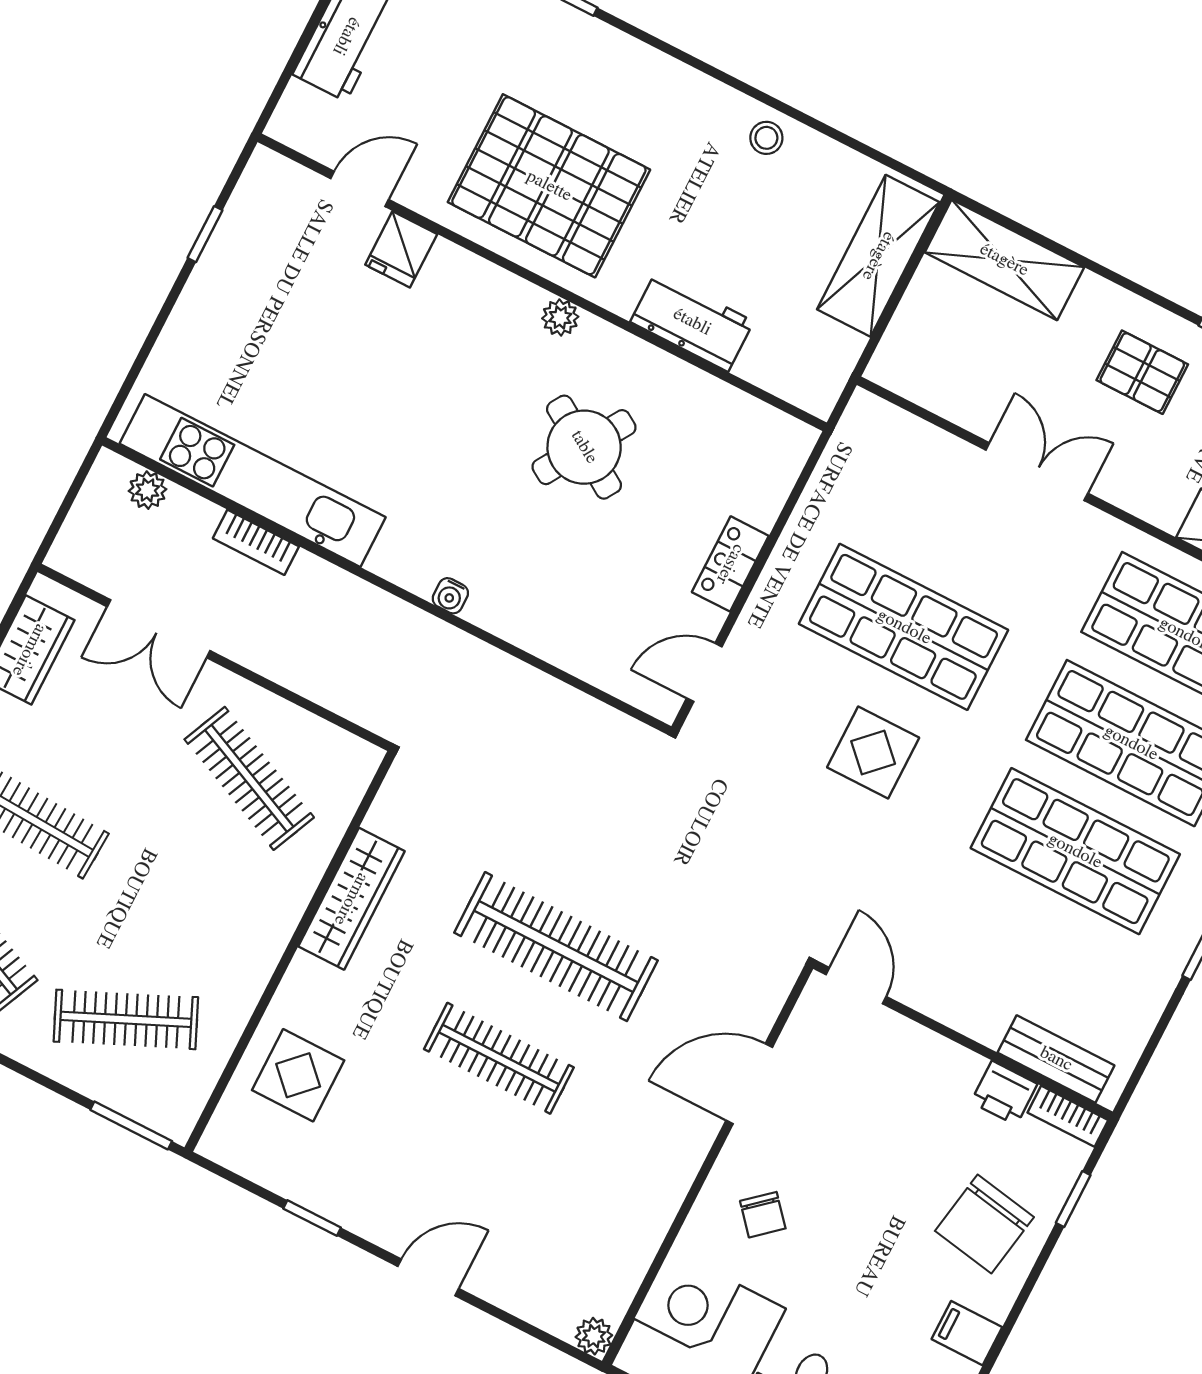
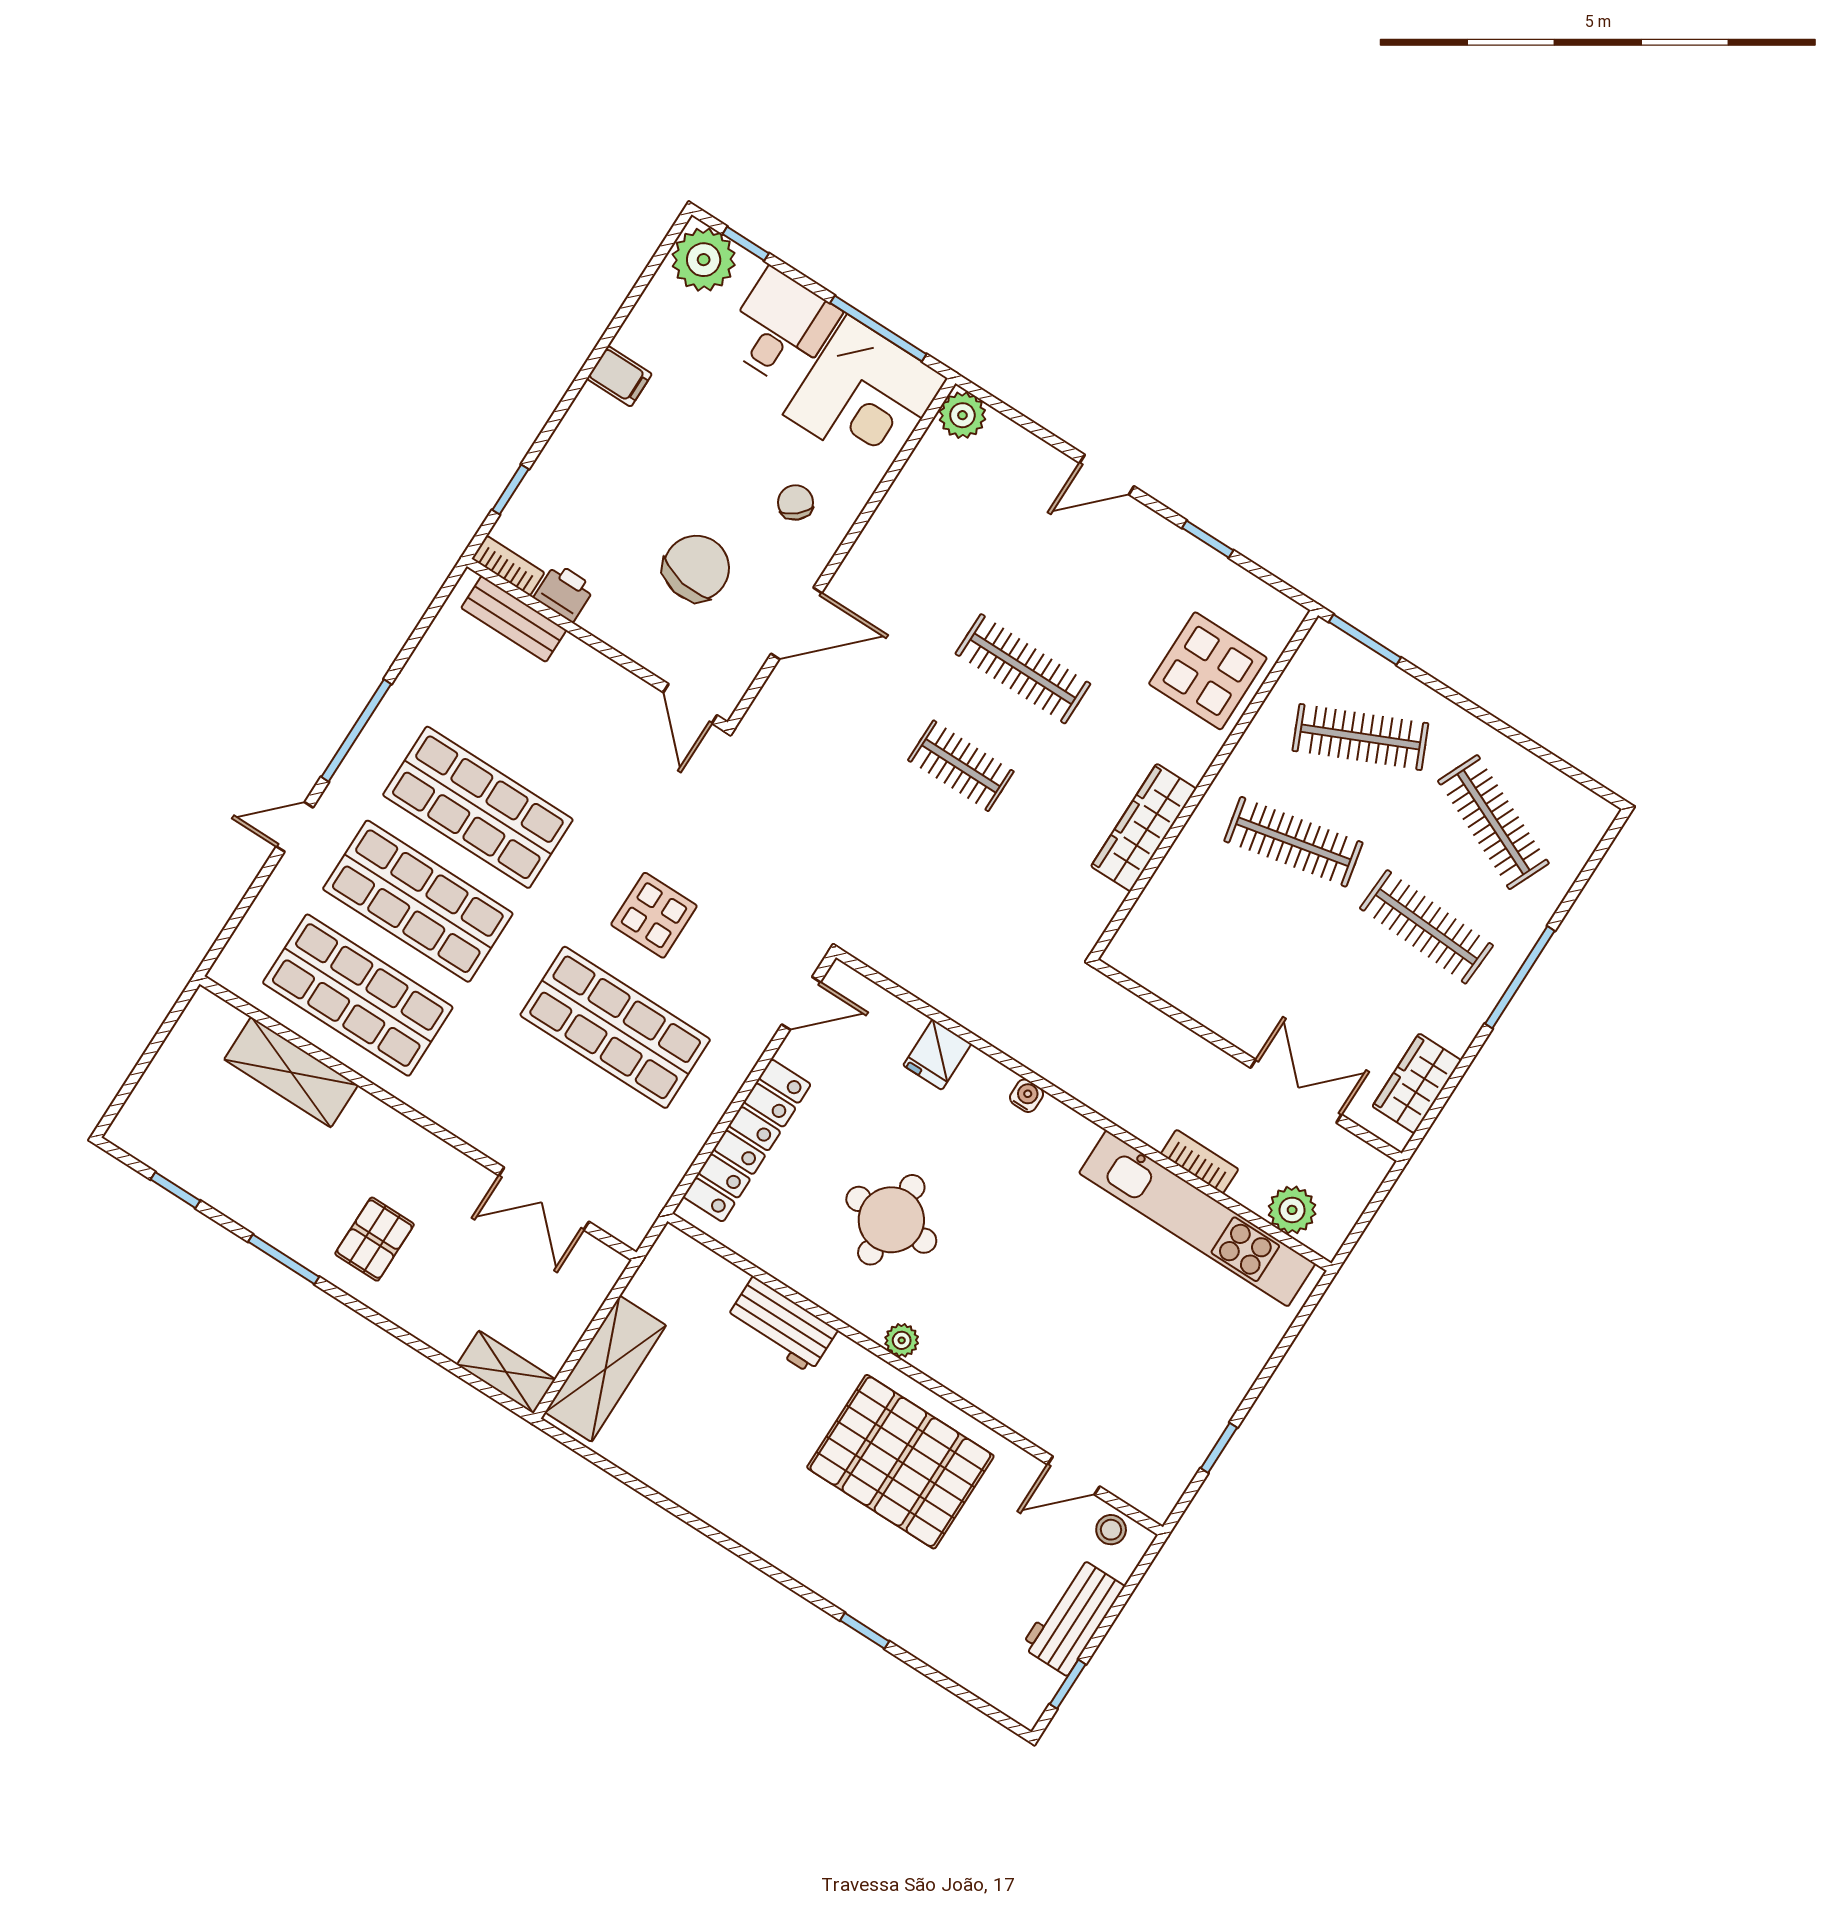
stool: (766, 138) -> (1111, 1530), moved
fridge: (401, 249) -> (937, 1055), moved, turned 180
shelving: (1004, 260) -> (506, 1372), width x0.67, depth x0.75
pallet: (1142, 372) -> (375, 1239), turned 90
round table: (584, 447) -> (891, 1220), turned -32
double door: (1037, 472) -> (544, 1199), moved
plant: (148, 490) -> (1292, 1210), width x1.38, depth x1.38
locker: (730, 564) -> (747, 1140), width x2.16, depth x1.21
clothes rail: (249, 778) -> (1293, 842), moved, turned -36
clothes rail: (556, 947) -> (961, 766), width x0.54, depth x0.76
display table: (298, 1075) -> (1208, 671), width x1.36, depth x1.36
chair: (984, 1224) -> (696, 568), moved
plant: (594, 1336) -> (962, 415), width x1.38, depth x1.38

